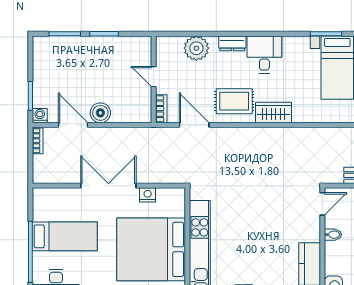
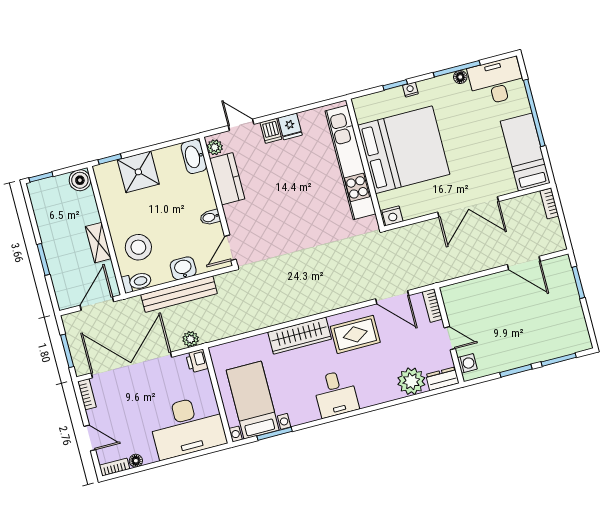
dresser: (232, 43) -> (442, 379), moved
boiler: (100, 113) -> (497, 284), removed
wardrobe: (274, 113) -> (300, 336), width x1.50
washing machine: (40, 116) -> (467, 363), moved, turned -90
bookcase: (38, 141) -> (549, 203), moved
nightstand: (148, 195) -> (392, 216), moved
bed: (65, 236) -> (525, 152), moved, turned 90

